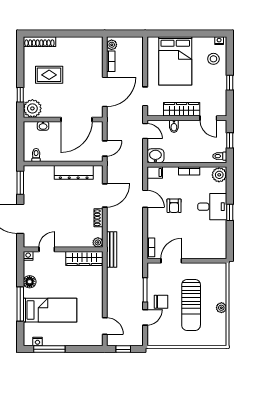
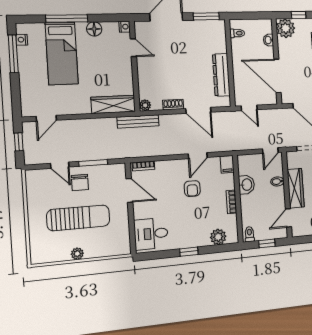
washbasin: (155, 156) -> (246, 185), moved
plant: (219, 175) -> (218, 237), moved
armchair: (174, 206) -> (192, 189), turned -90
desk: (212, 207) -> (151, 234), moved, turned 90
wardrobe: (84, 258) -> (113, 104), moved, turned 90
sun lounger: (191, 305) -> (78, 218), turned 180

